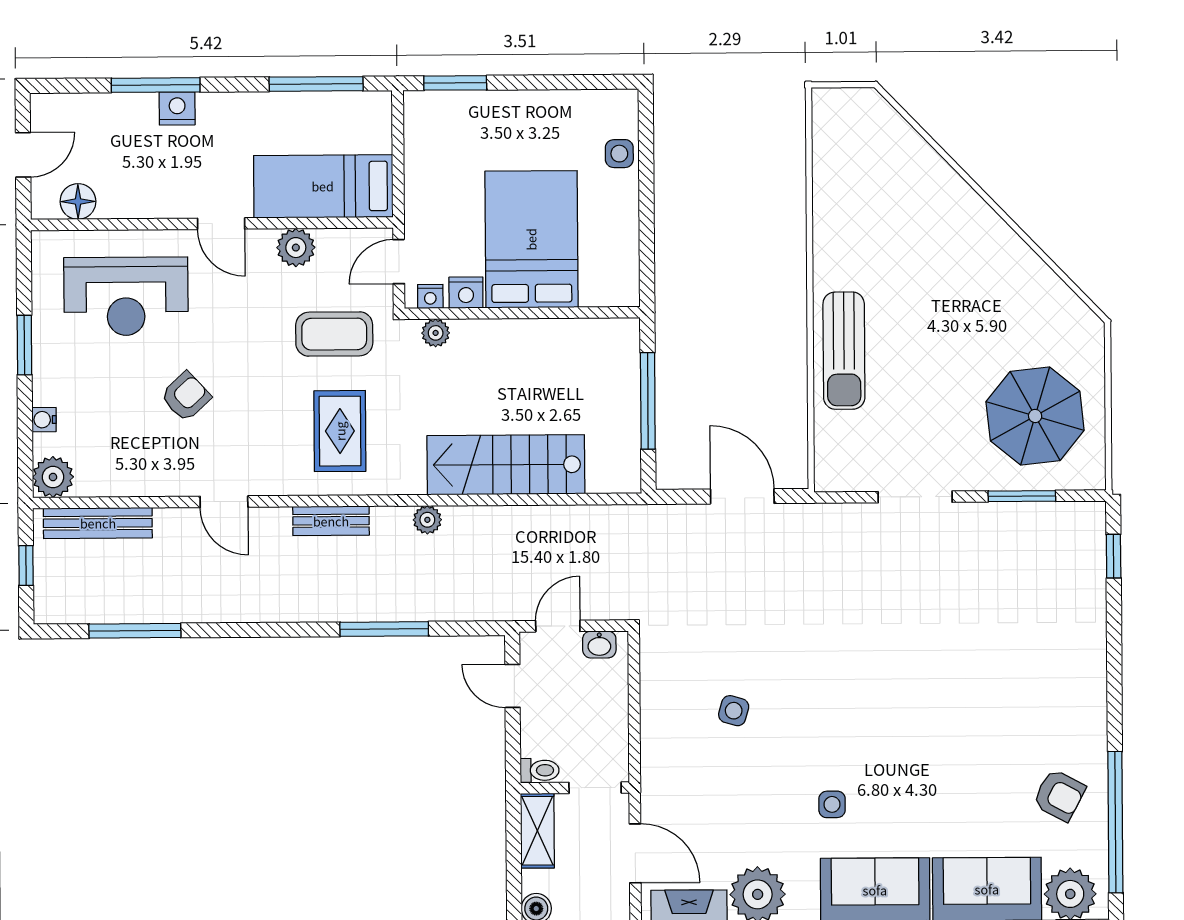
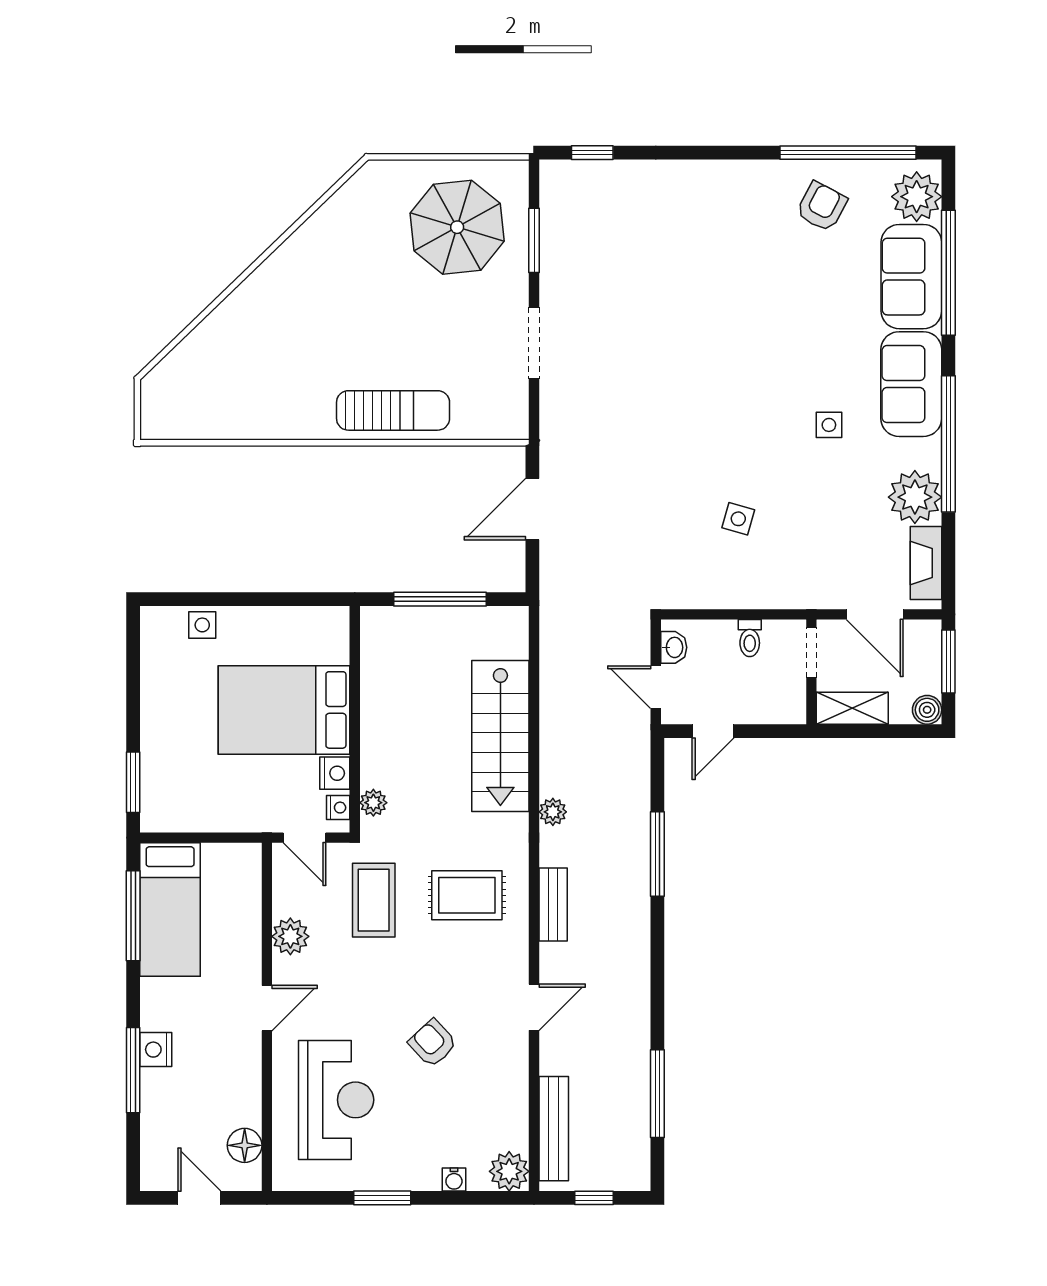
bed: (323, 186) -> (170, 910), moved
toilet: (540, 770) -> (750, 638), moved, turned 180
door: (635, 853) -> (875, 614), swing flipped

